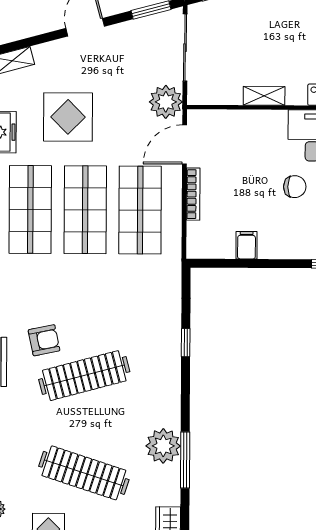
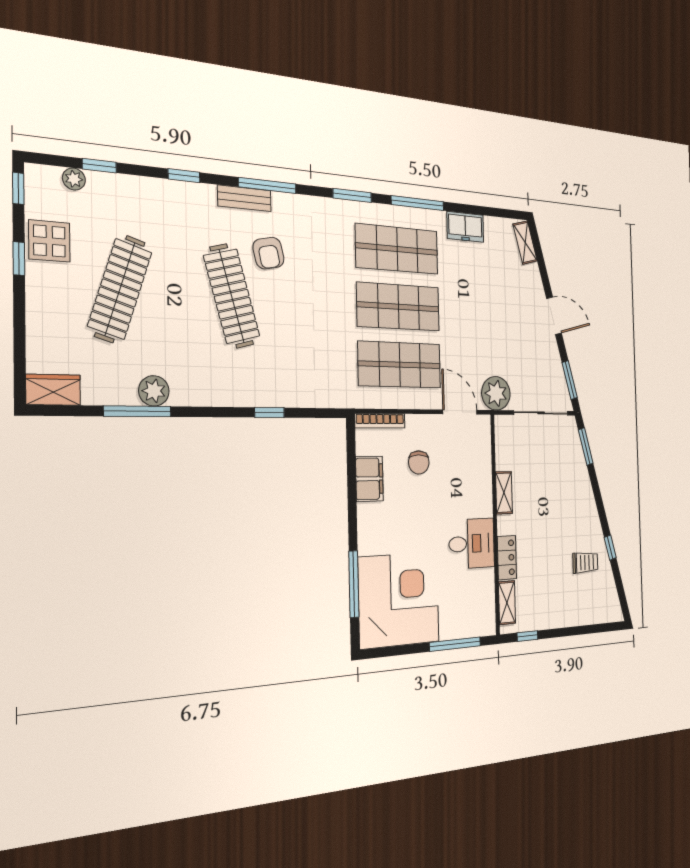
display table: (68, 117) -> (480, 294), removed
chair: (295, 187) -> (419, 462), moved
bookcase: (193, 194) -> (380, 421), moved
filing cabinet: (247, 245) -> (369, 479), width x2.00
plant: (163, 446) -> (154, 391), width x0.73, depth x0.73

